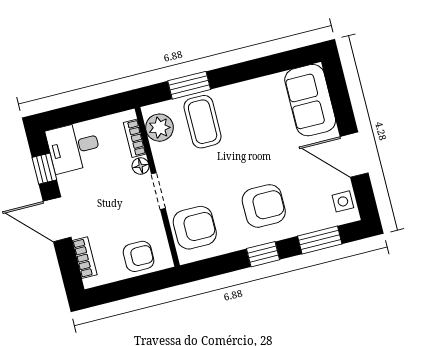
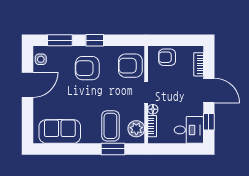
sofa: (310, 100) -> (60, 131), moved, turned -90
door: (354, 155) -> (27, 85), hinge flipped

